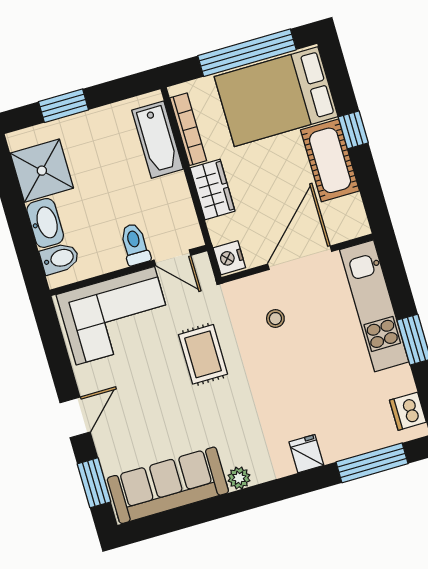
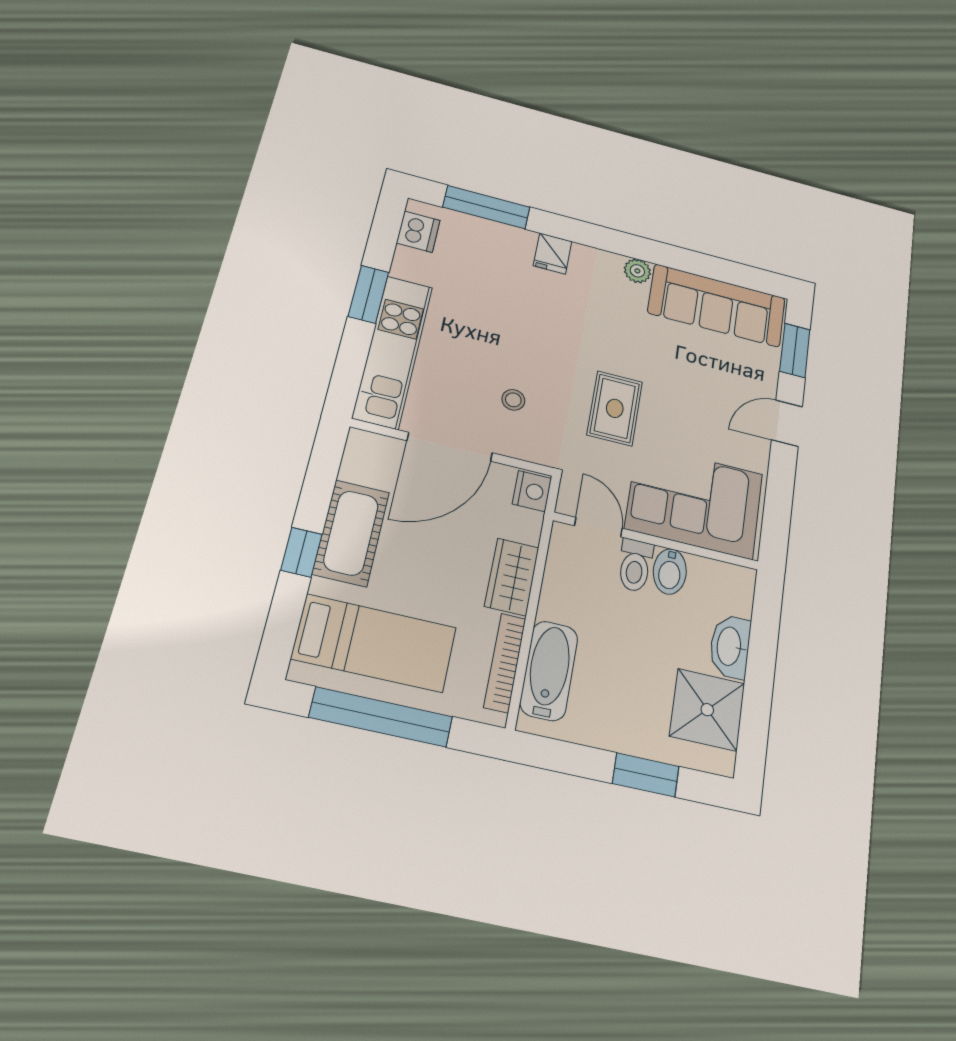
bed: (276, 97) -> (374, 643), width x0.67
bidet: (60, 259) -> (670, 571), moved, turned -90

